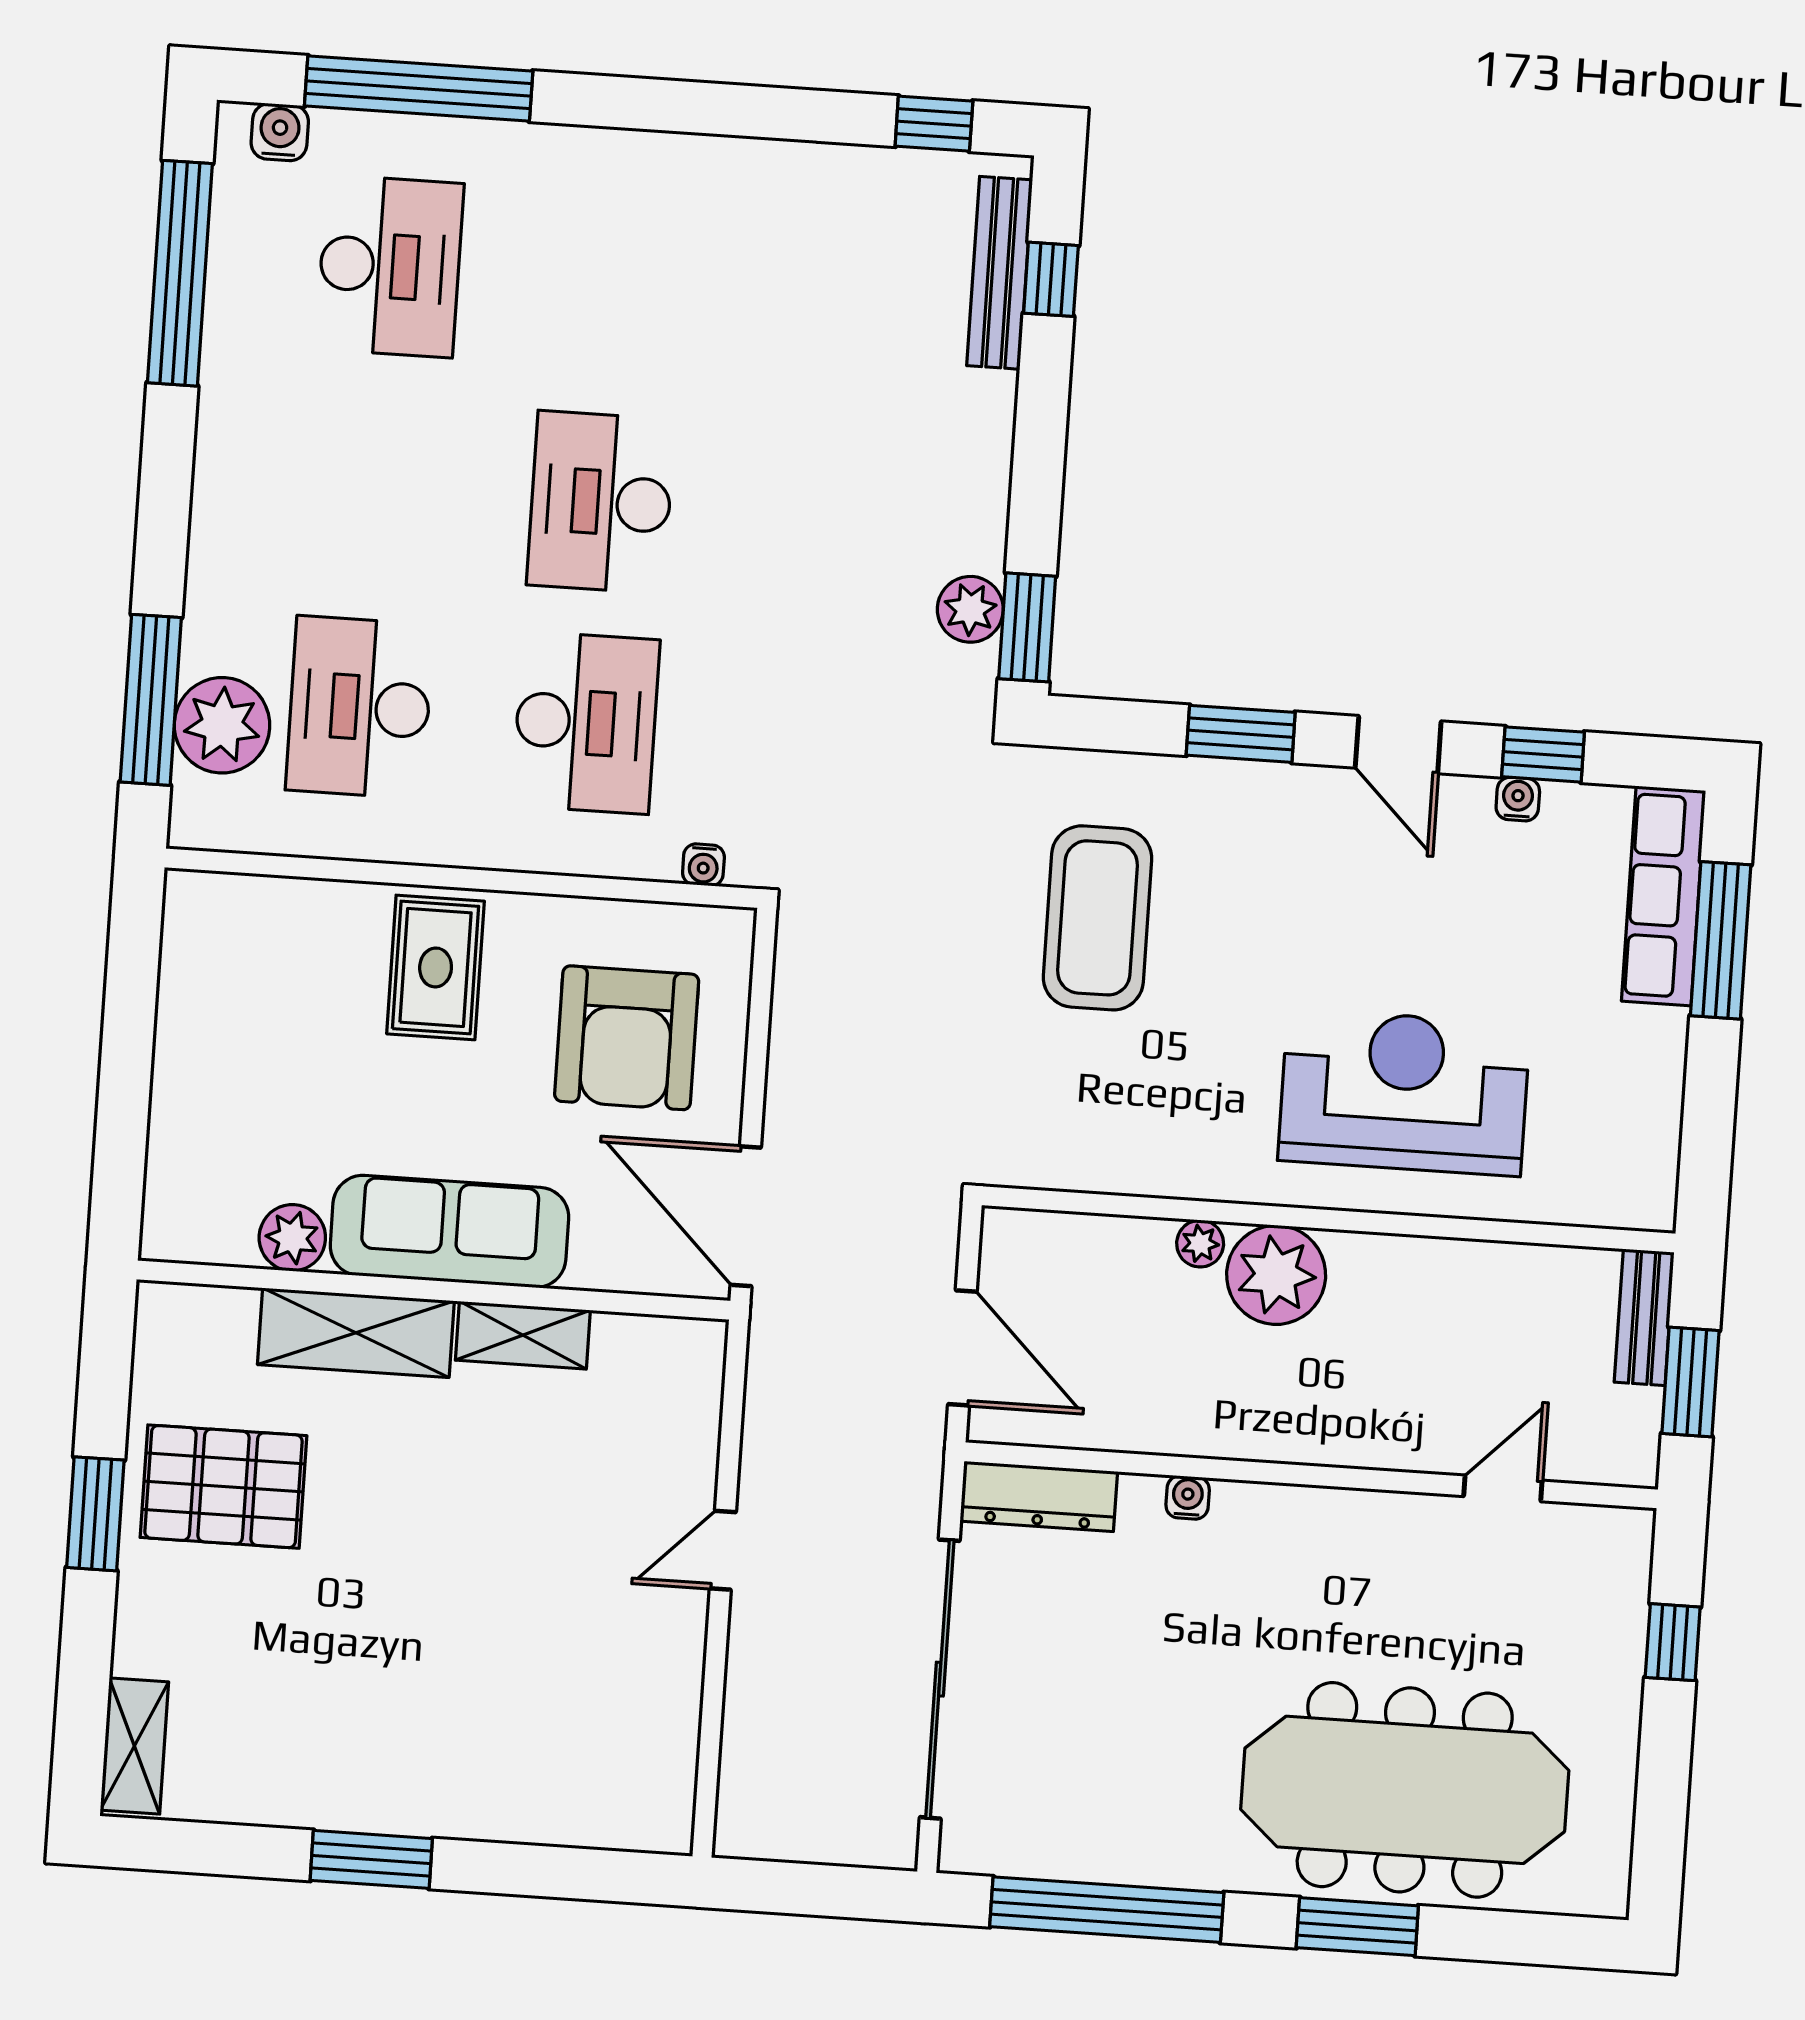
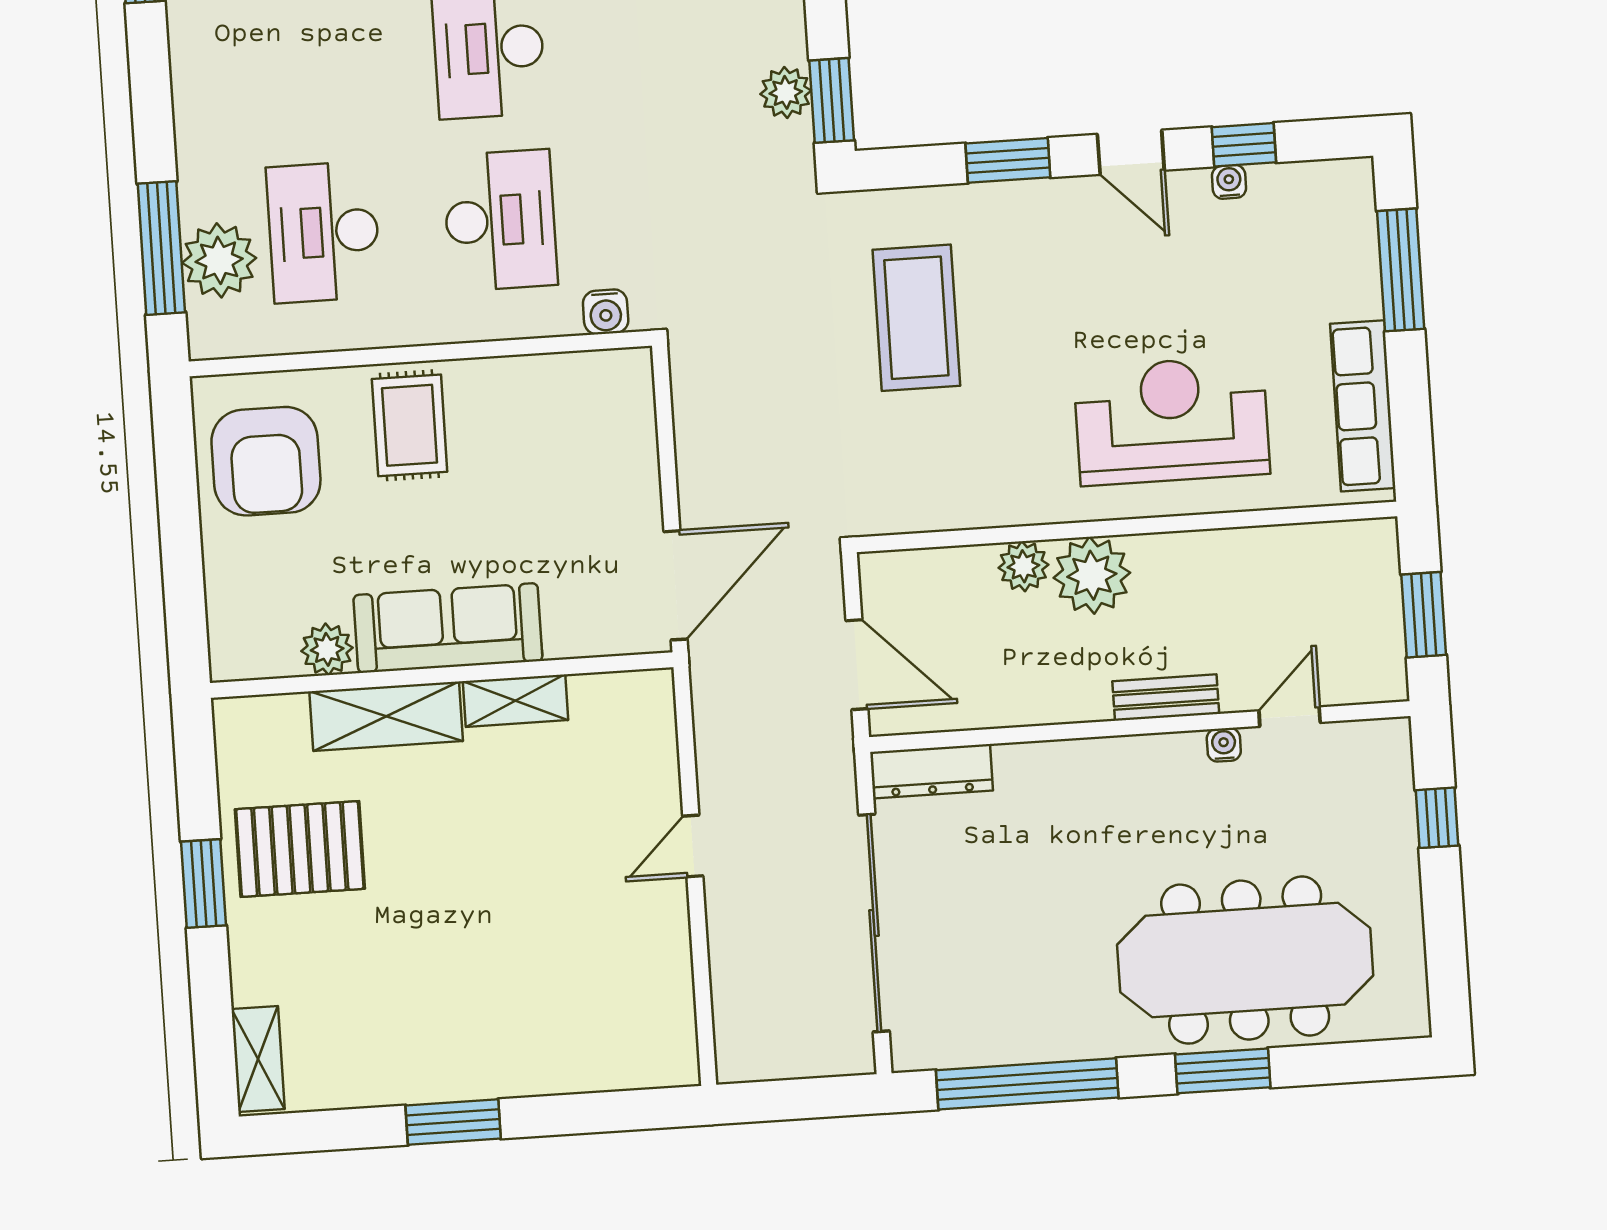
water cooler: (703, 865) -> (606, 312), width x1.38, depth x1.38
row of seats: (1664, 896) -> (1363, 406), moved
armchair: (627, 1038) -> (266, 461), moved
door: (746, 1216) -> (675, 585), swing flipped
plant: (1200, 1244) -> (1023, 566), width x1.38, depth x1.38
bench: (1644, 1317) -> (1166, 698), moved, turned 90
water cooler: (1188, 1497) -> (1224, 745), moved

